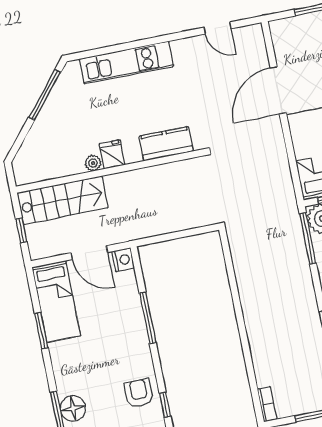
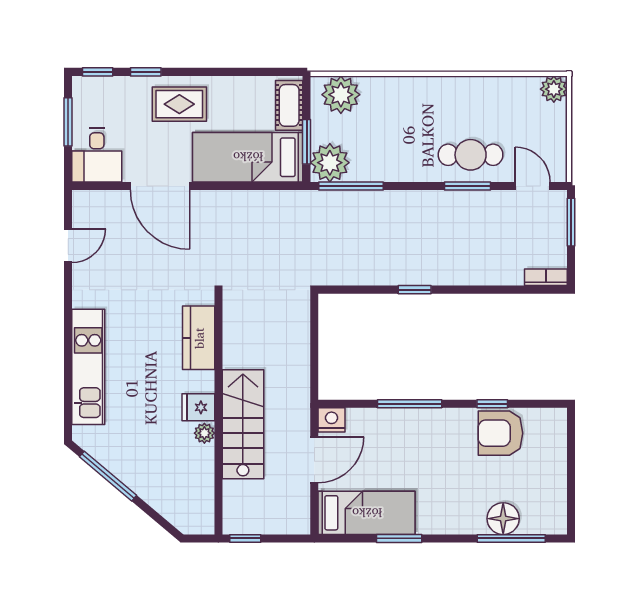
desk: (292, 36) -> (97, 155), added
stairs: (63, 200) -> (243, 424), moved
window: (21, 230) -> (245, 538), moved
window: (237, 304) -> (415, 290), added
armchair: (139, 393) -> (500, 433), width x1.38, depth x1.38
window: (165, 405) -> (492, 404), moved

